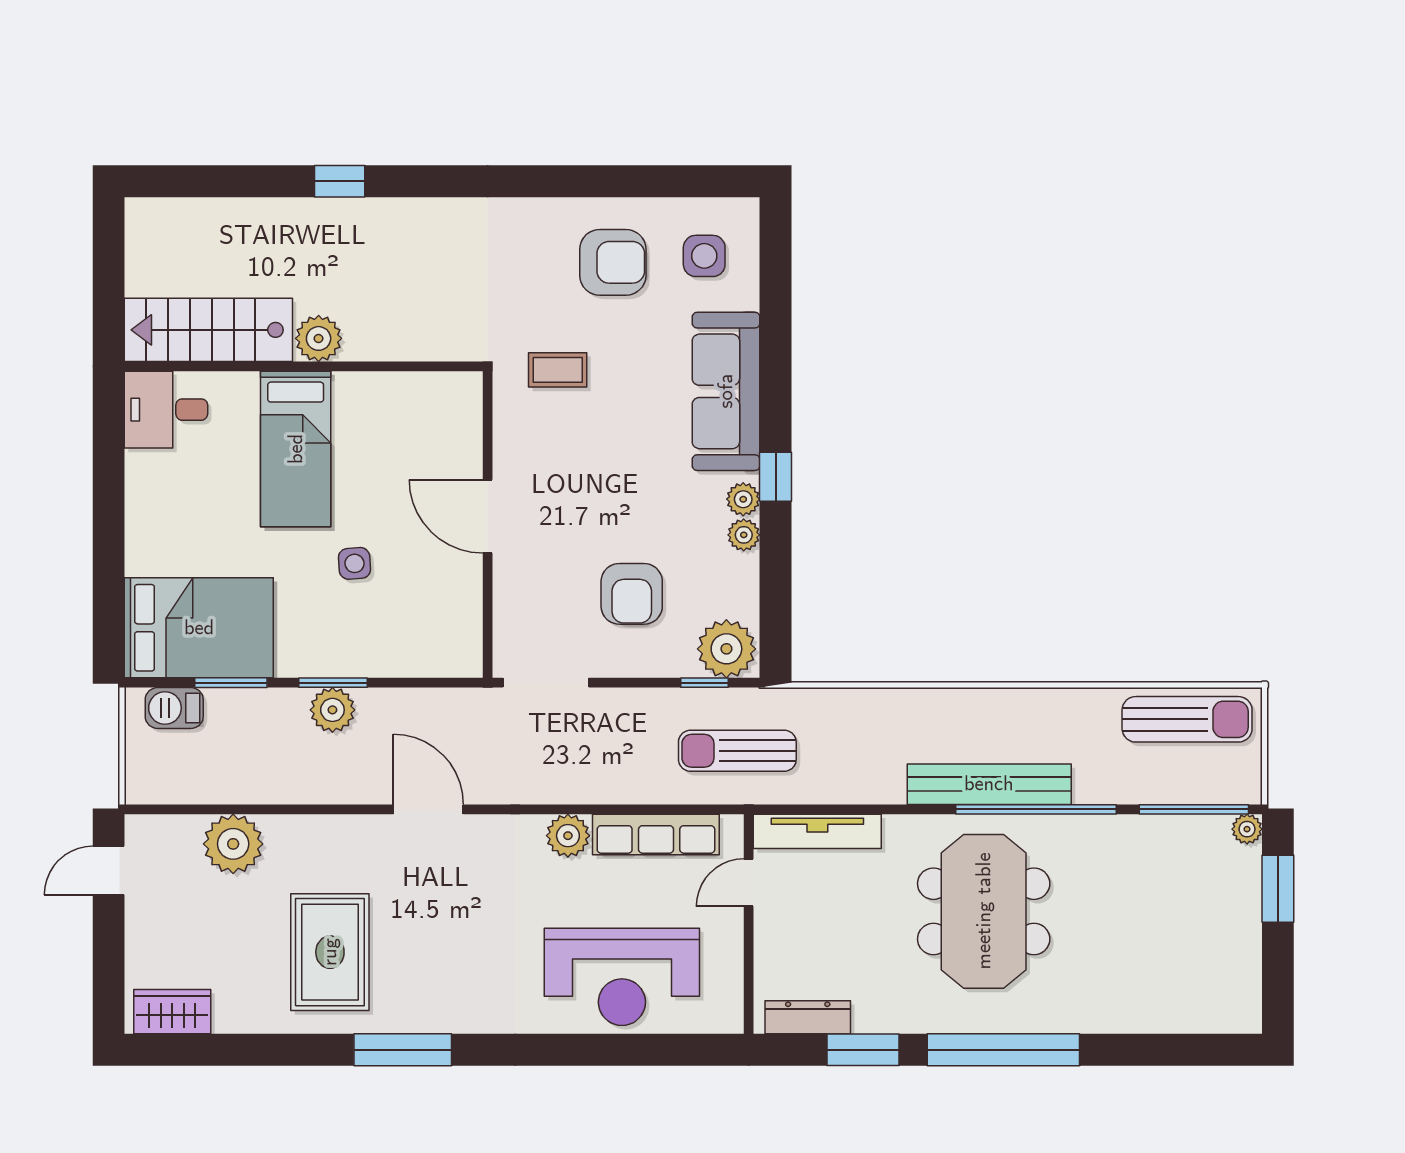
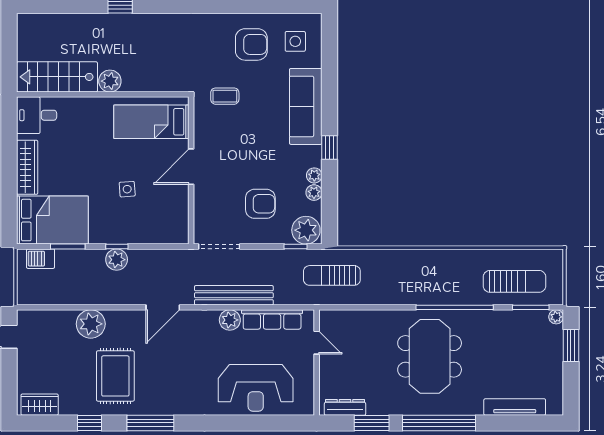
bed: (296, 449) -> (151, 122), moved, turned 90
plant: (743, 499) -> (314, 193), moved
door: (488, 516) -> (191, 167), hinge flipped
wardrobe: (146, 518) -> (27, 167), added
armchair: (632, 594) -> (260, 204), turned -90
window: (333, 683) -> (117, 246), width x0.67
sun lounger: (1187, 719) -> (514, 281), moved
sun lounger: (737, 751) -> (332, 275), moved
bench: (989, 784) -> (234, 295), moved
door: (428, 809) -> (163, 307), swing flipped
window: (1194, 809) -> (531, 307), width x0.69
tv unit: (817, 831) -> (515, 407), moved, turned 180
plant: (233, 844) -> (91, 324), moved
door: (749, 883) -> (317, 343), swing flipped
window: (276, 1050) -> (90, 423), added

